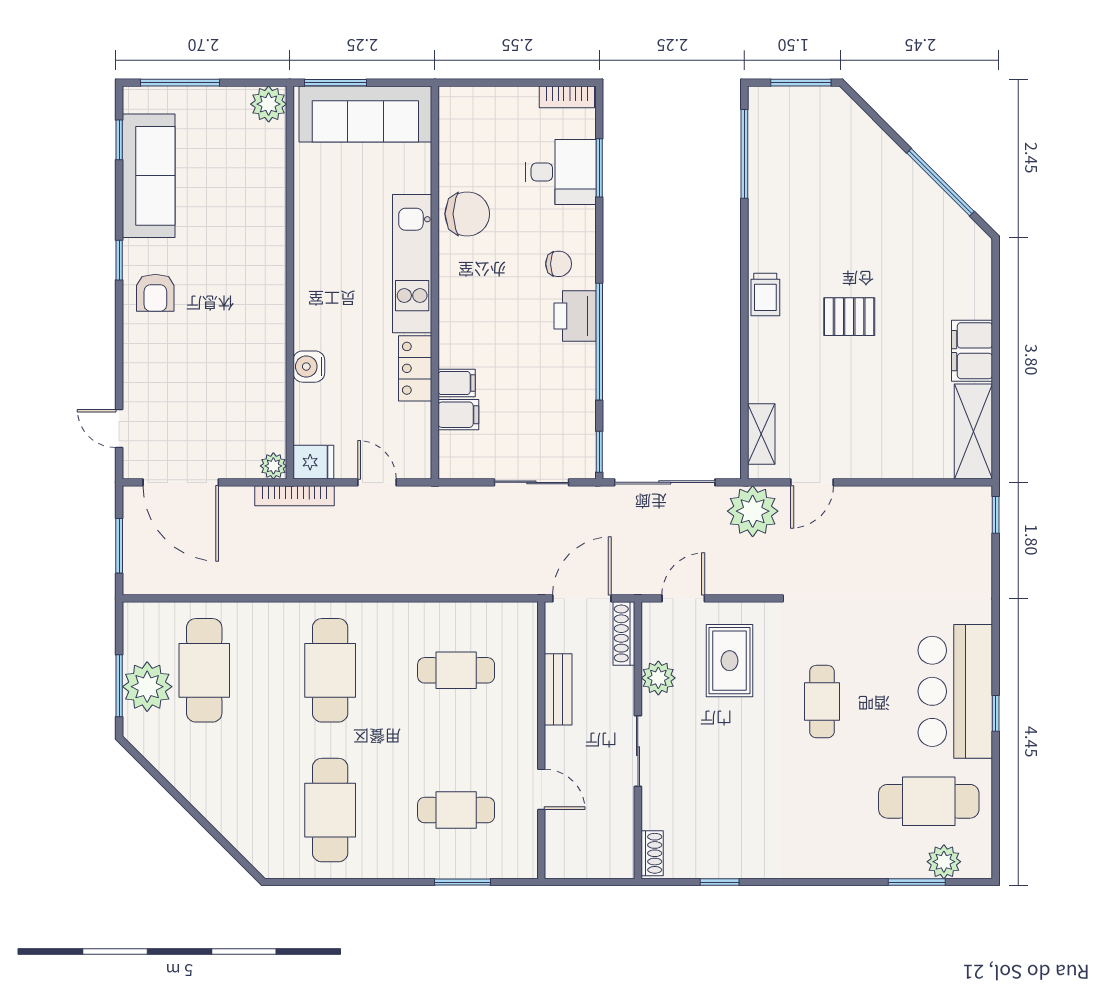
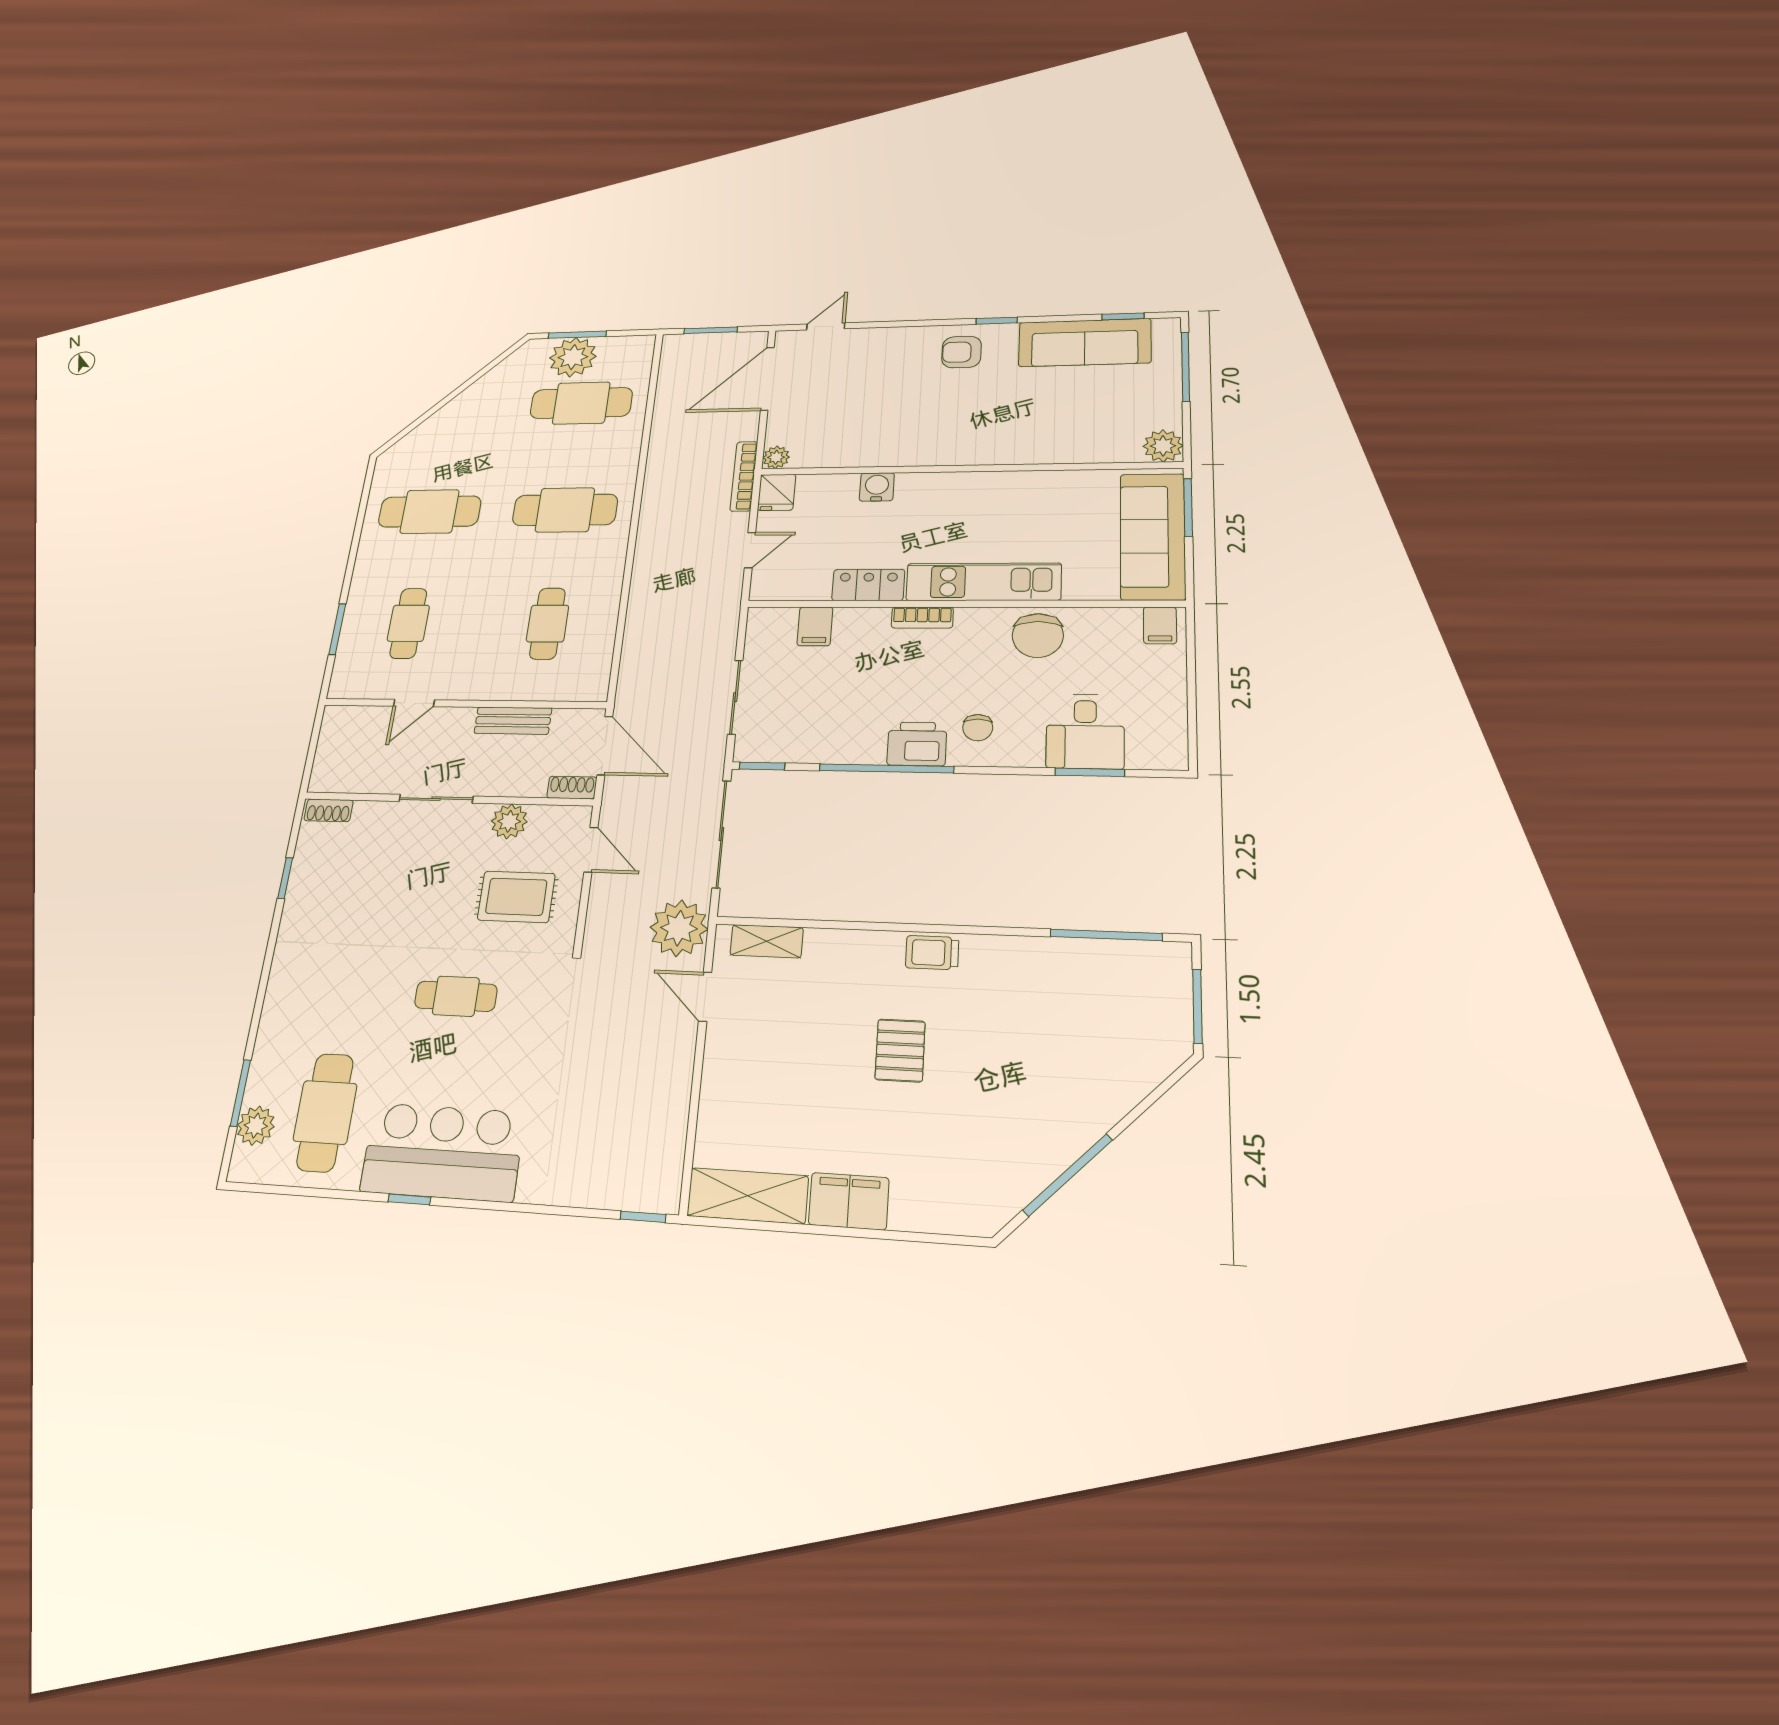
bookcase: (567, 97) -> (922, 617), moved, turned -90
filing cabinet: (457, 383) -> (1160, 625), moved
shoe rack: (624, 633) -> (572, 787), width x0.70

